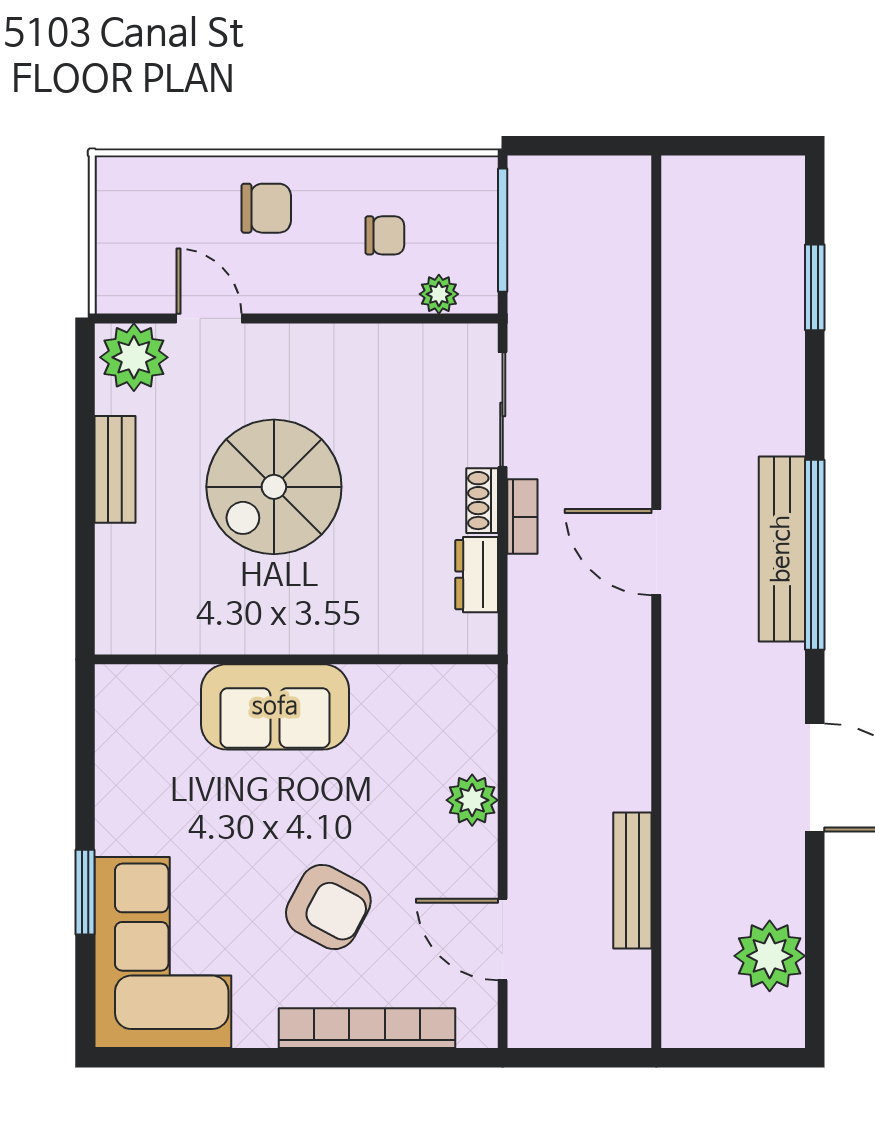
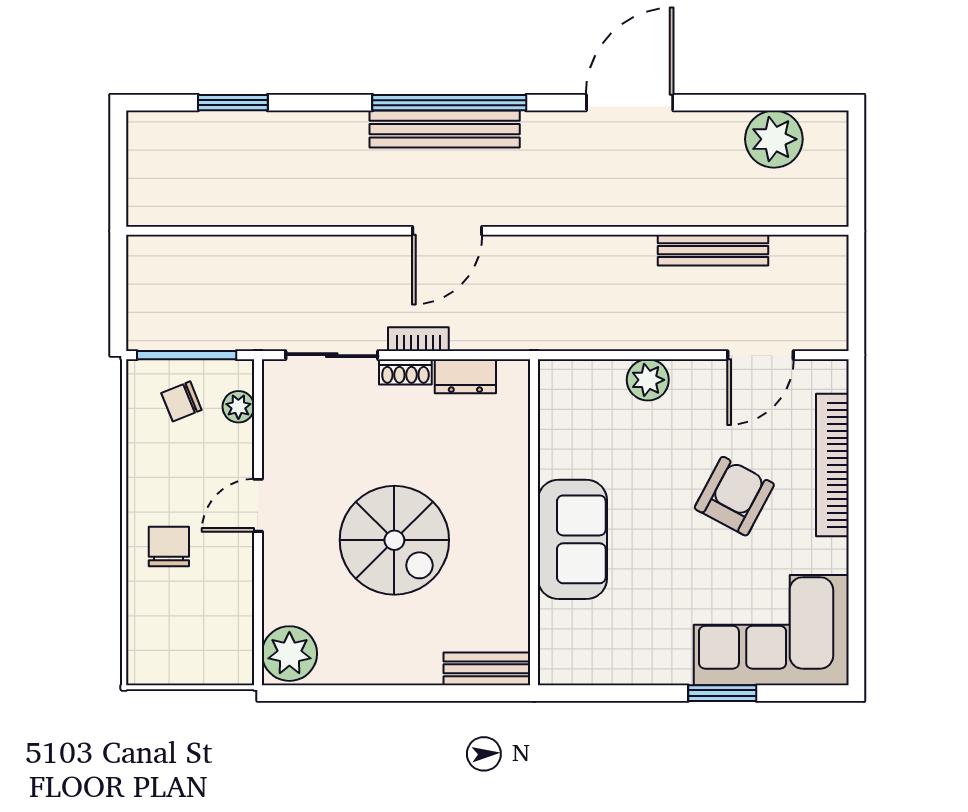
chair: (385, 235) -> (181, 401), moved, turned -112
door: (209, 318) -> (258, 505), moved
bench: (115, 469) -> (487, 669), moved

